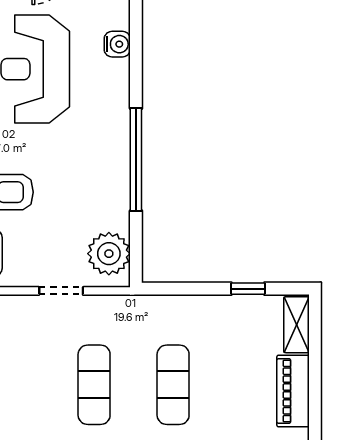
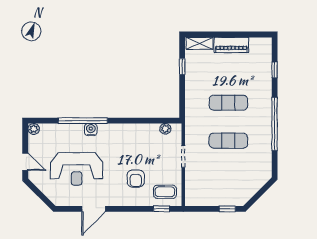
water cooler: (117, 44) -> (91, 130), moved
window: (136, 160) -> (83, 121), moved
plant: (109, 254) -> (165, 129), width x0.53, depth x0.53

